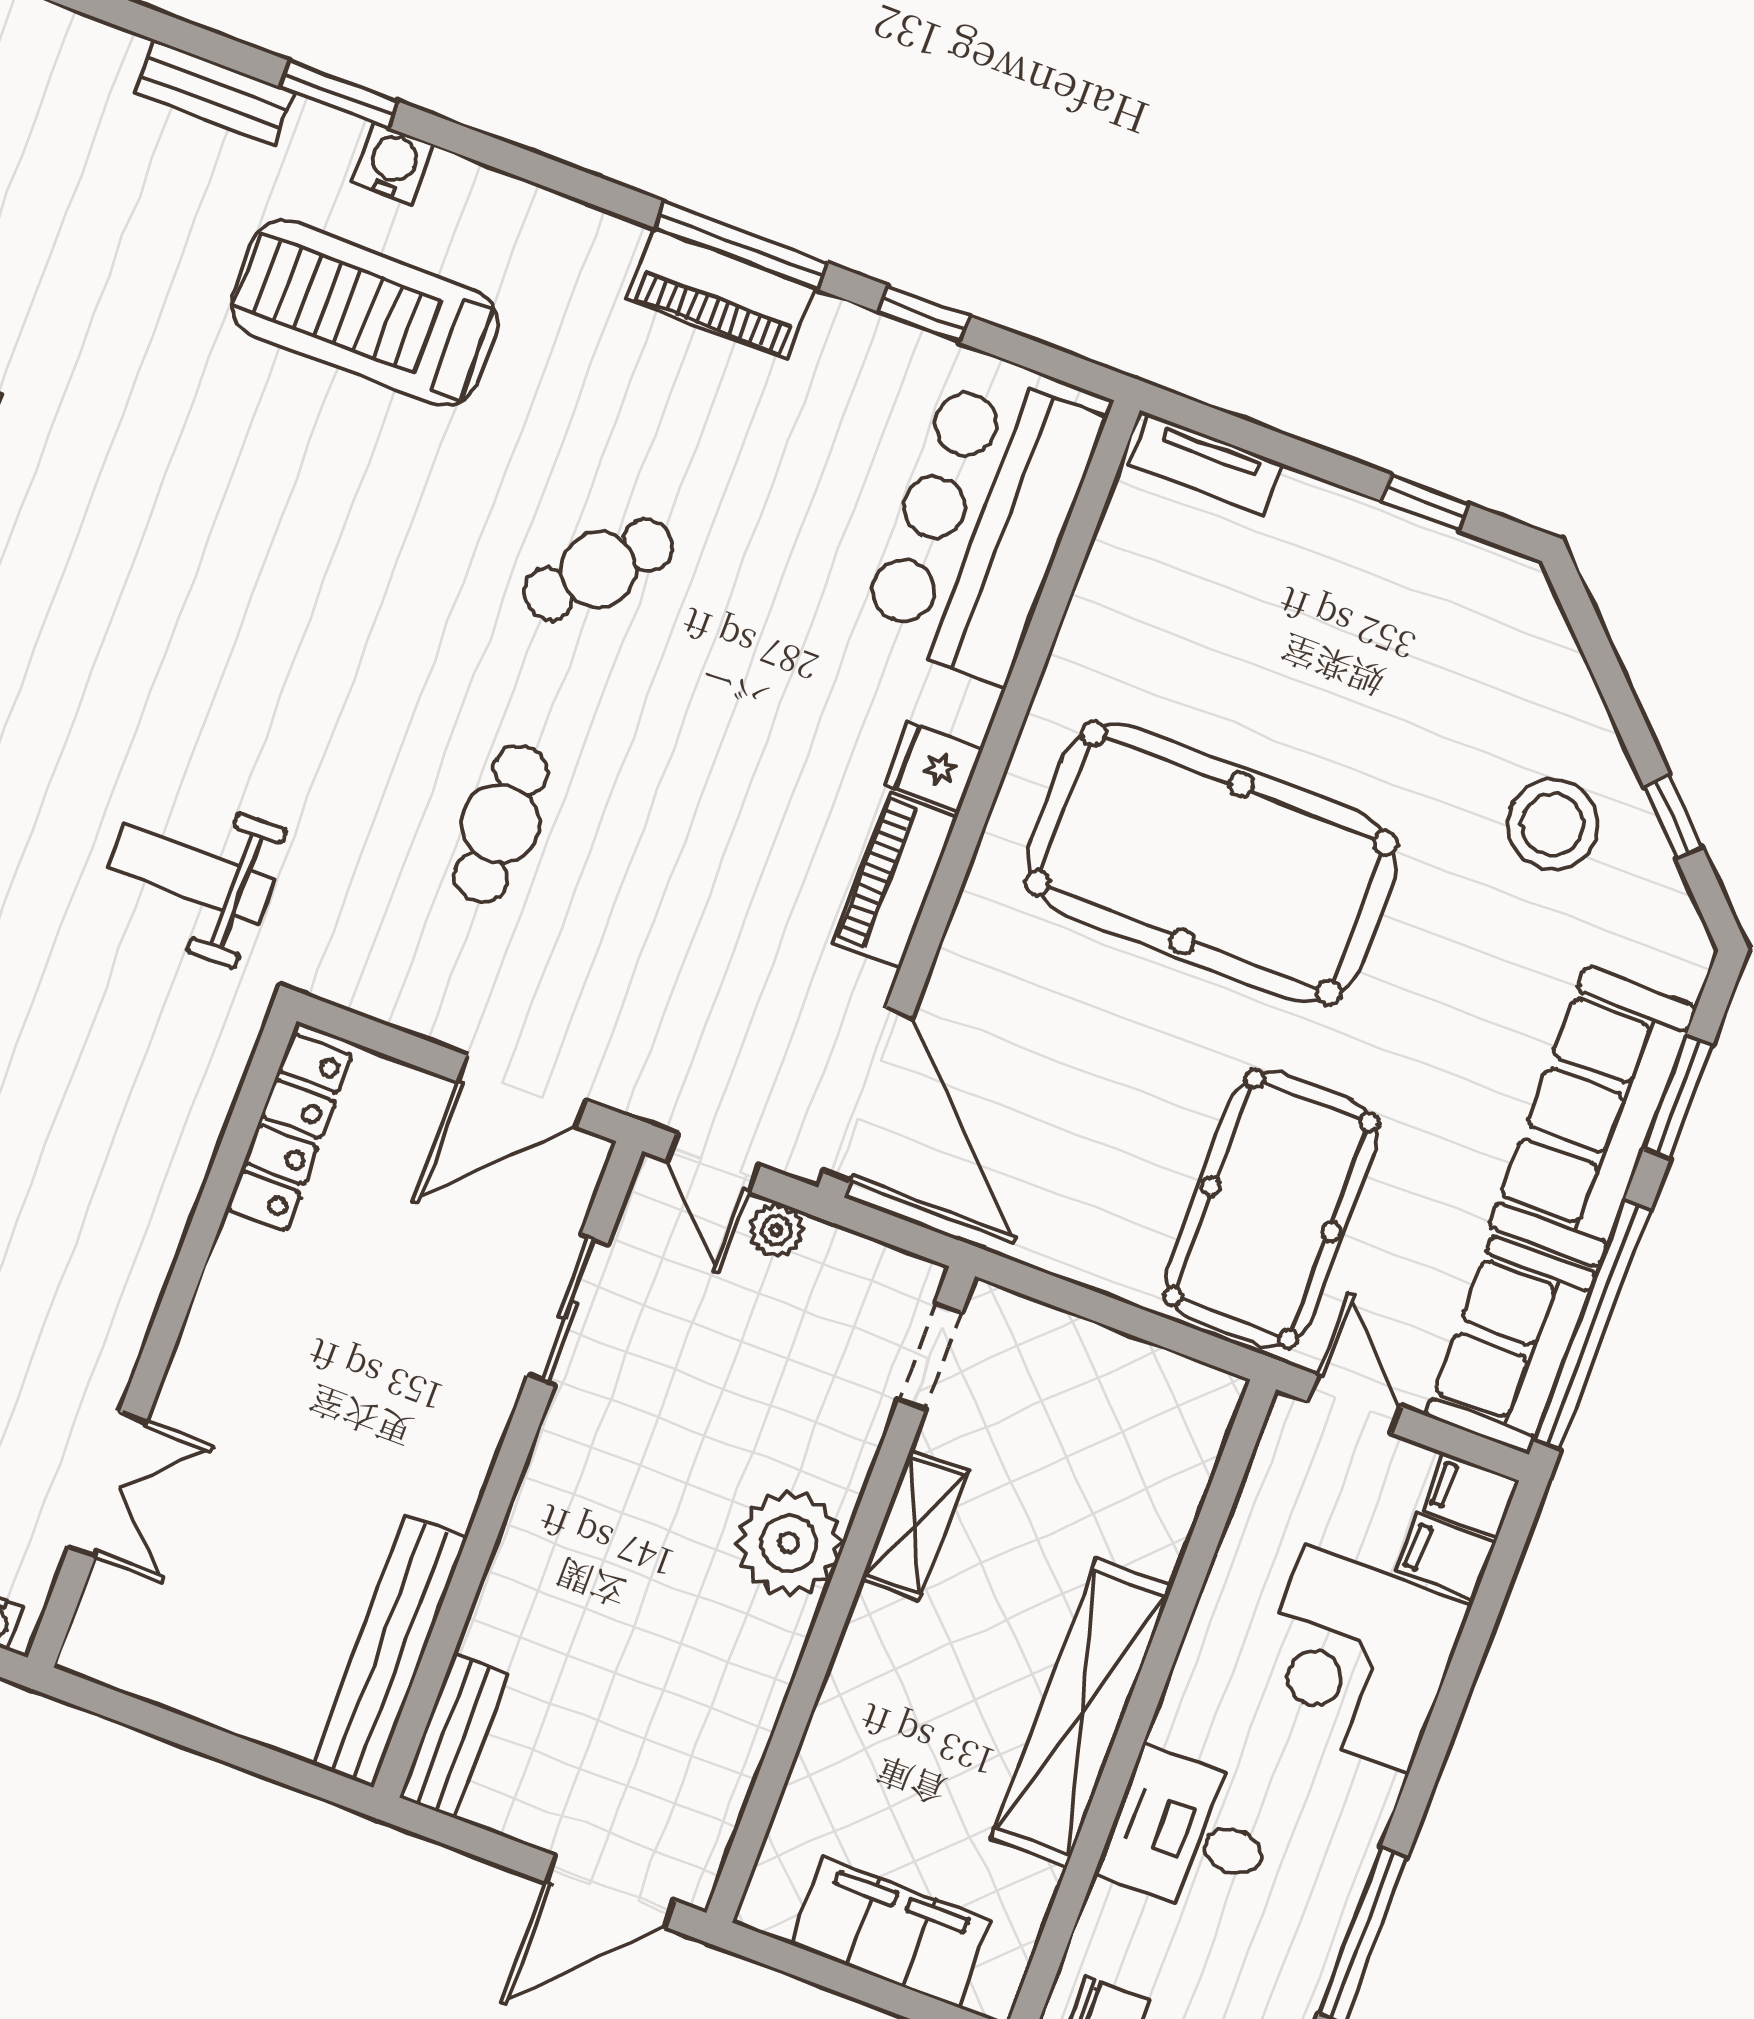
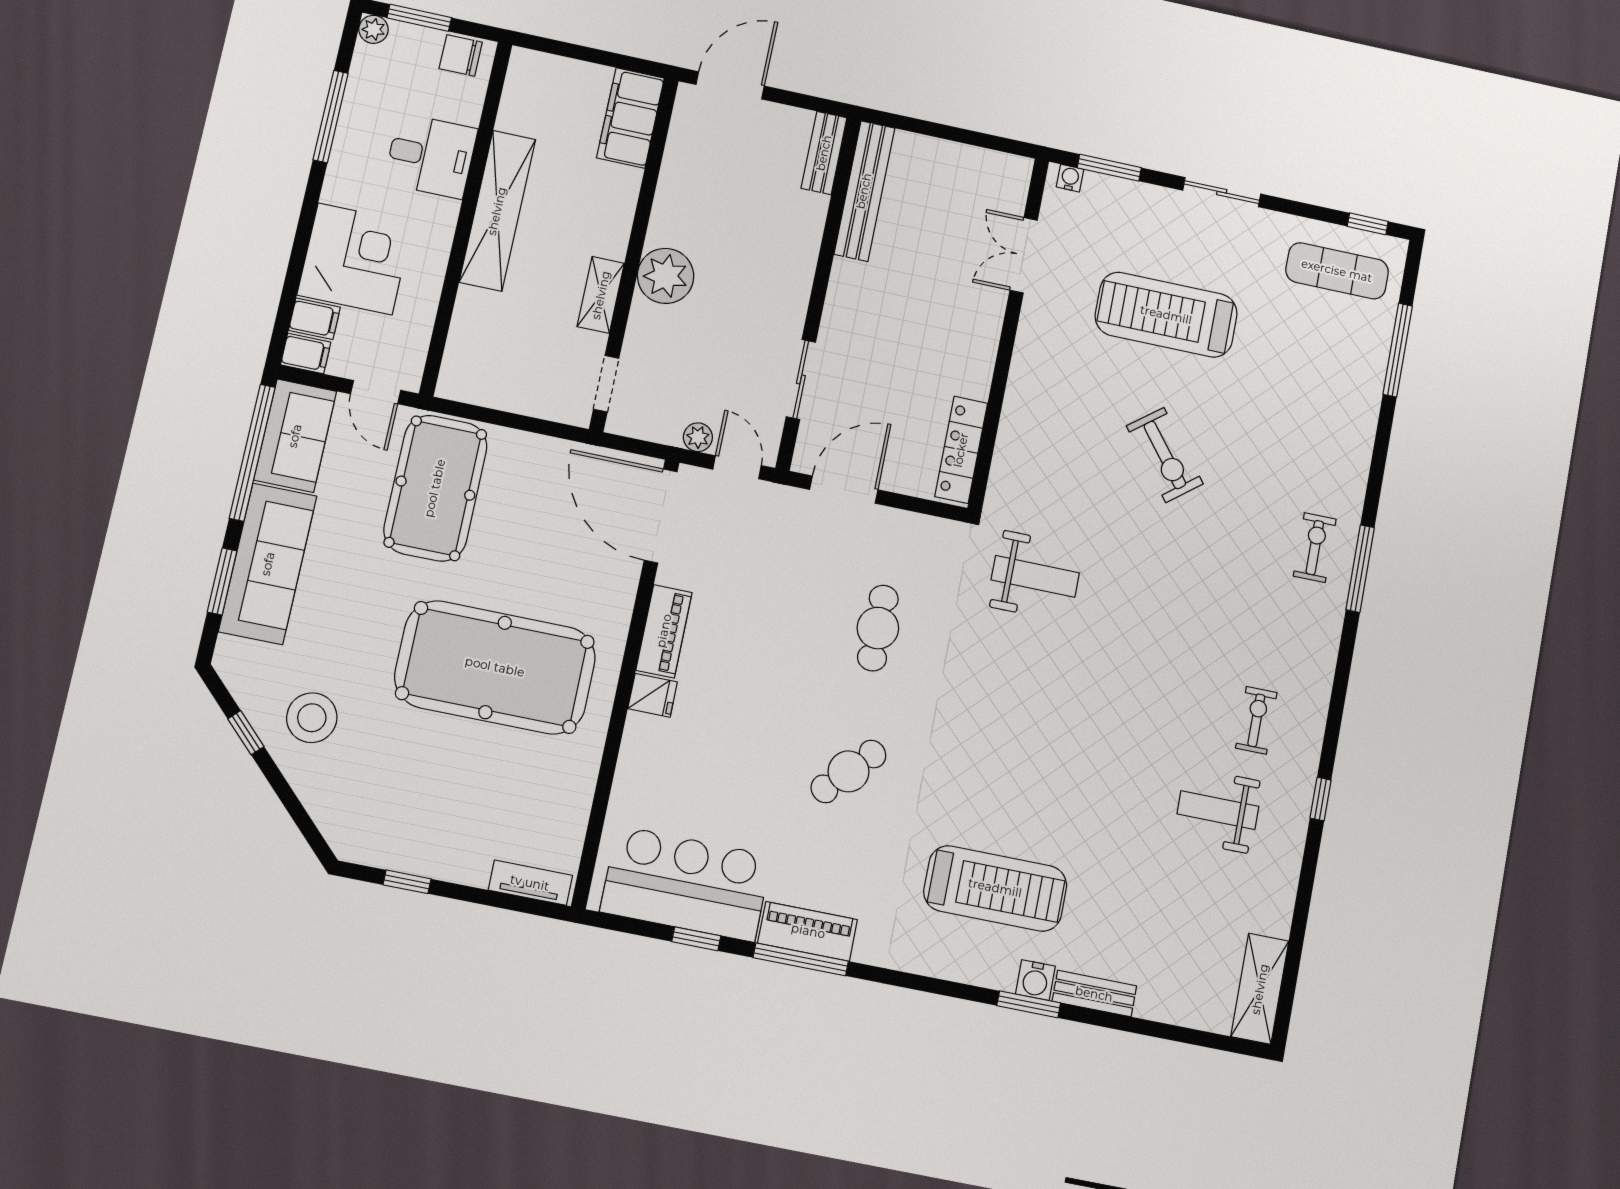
water cooler: (393, 163) -> (1035, 980), moved
bar counter: (981, 525) -> (686, 884), moved, turned -90
filing cabinet: (891, 1932) -> (630, 118), moved, turned 90

